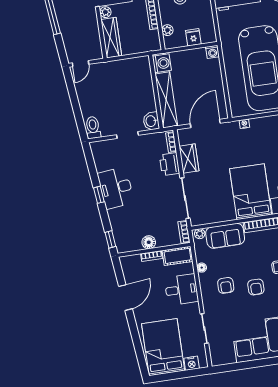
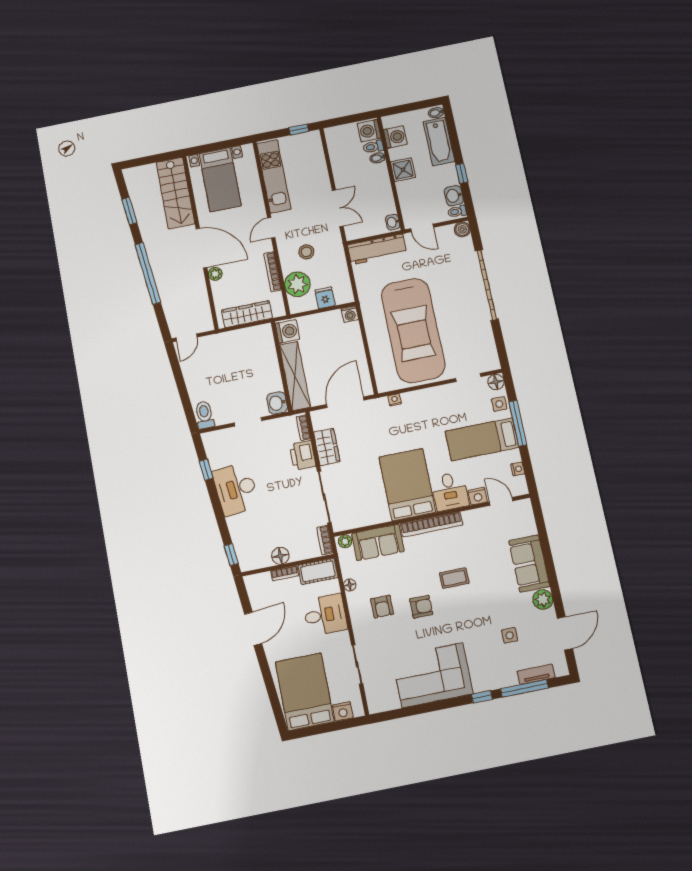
plant: (167, 30) -> (297, 284), width x1.88, depth x1.88
wardrobe: (111, 38) -> (247, 314), moved, turned -90
window: (99, 195) -> (206, 470), moved
armchair: (256, 287) -> (421, 607), turned -90

